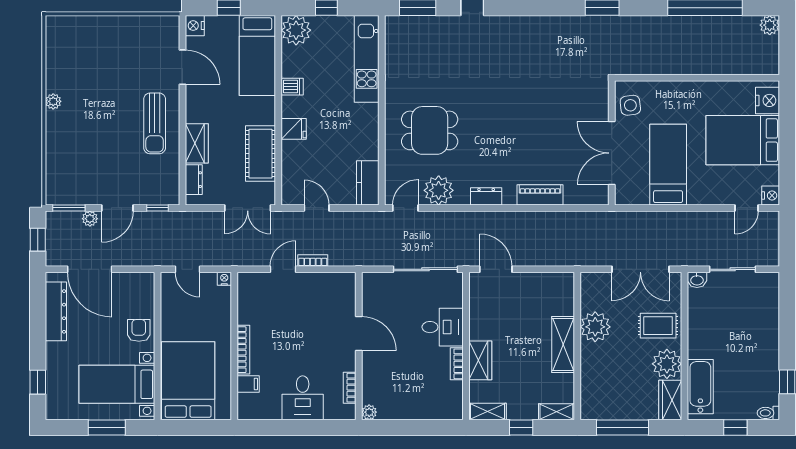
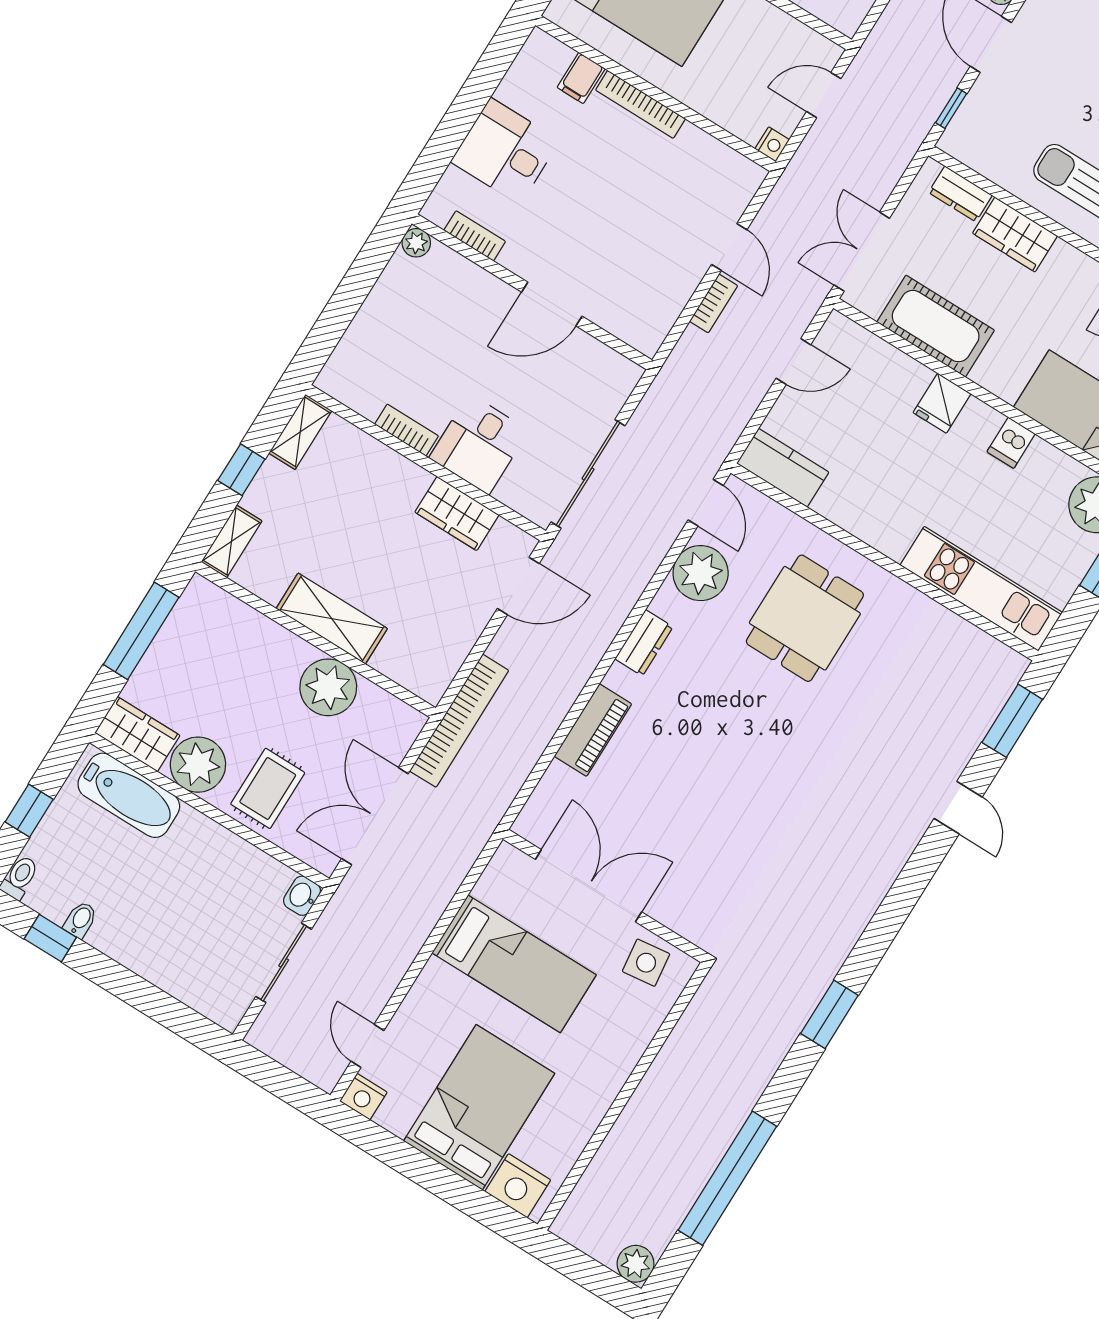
bookcase: (573, 258) -> (459, 721), added
wardrobe: (480, 360) -> (457, 513), moved
bidet: (770, 373) -> (80, 920), added

